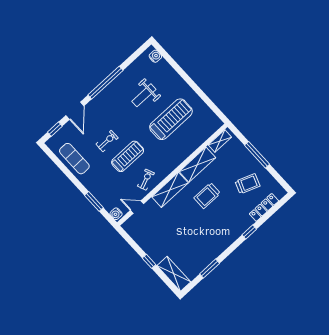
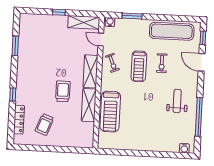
window: (105, 83) -> (199, 117), moved
weight bench: (144, 95) -> (177, 101), moved
treadmill: (171, 119) -> (110, 112), moved
shelving: (220, 141) -> (89, 135), removed
window: (257, 155) -> (57, 149), removed
exercise mat: (74, 159) -> (172, 31), width x1.36, depth x1.45
door: (137, 207) -> (101, 40), swing flipped
shelving: (174, 274) -> (84, 22), moved

